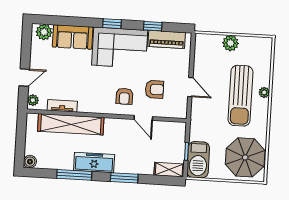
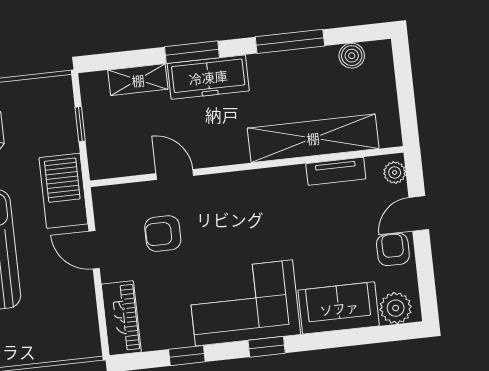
piano: (167, 39) -> (121, 318), moved, turned 90
plant: (231, 43) -> (31, 348), removed
armchair: (124, 96) -> (393, 249), moved
barbecue: (198, 160) -> (63, 191), moved
boiler: (30, 162) -> (352, 56), moved
freezer: (94, 163) -> (208, 77), moved
shelving: (169, 170) -> (138, 80), moved

